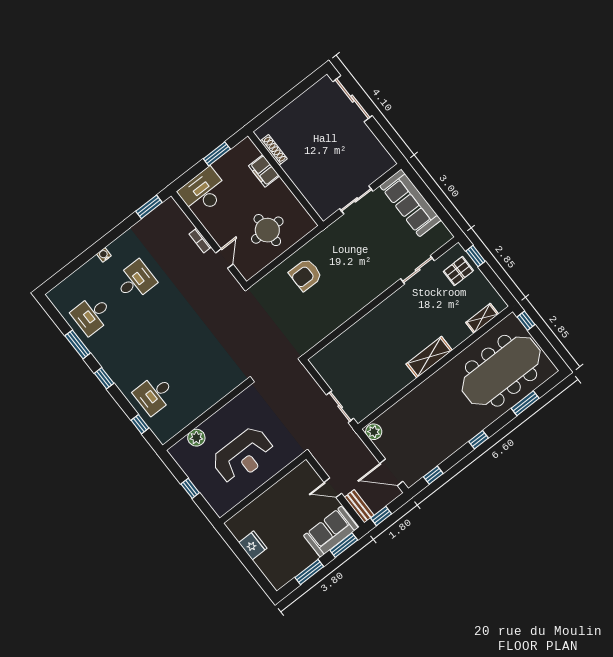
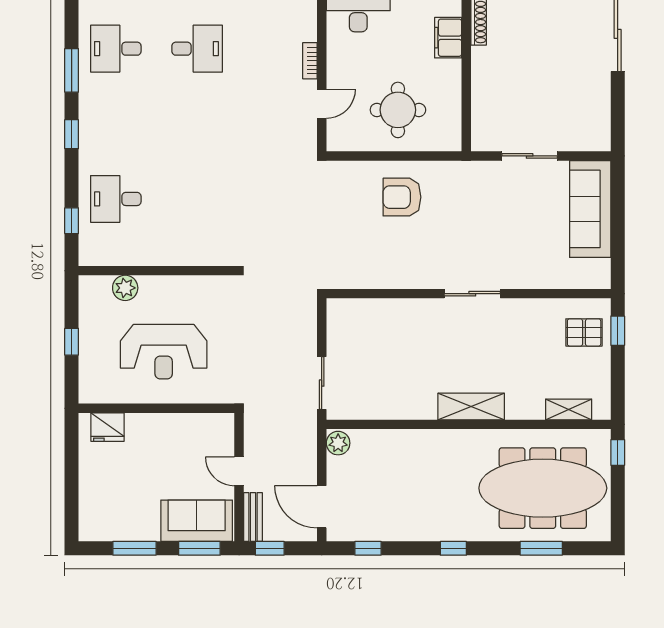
sliding door: (418, 270) -> (472, 294), moved
fridge: (253, 545) -> (108, 427), moved, turned 90

